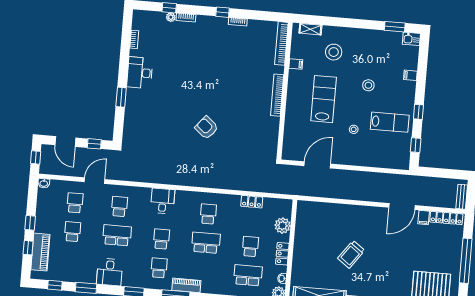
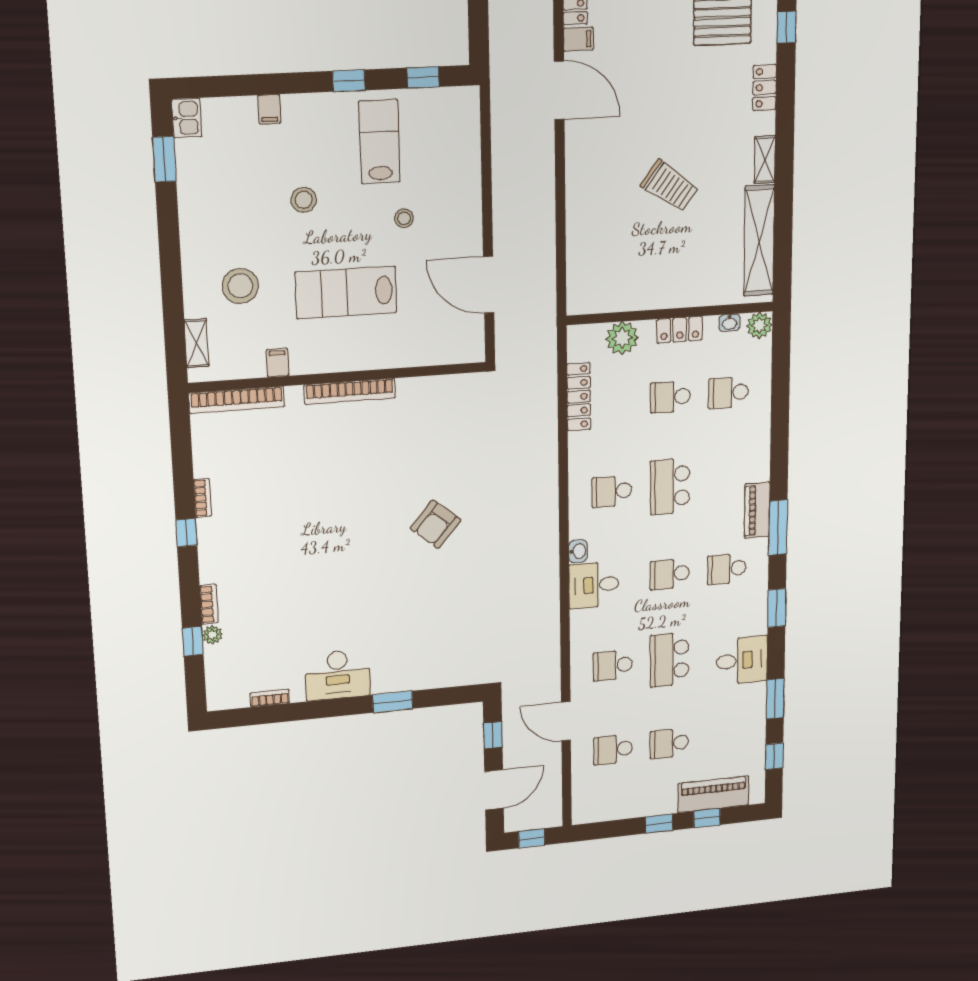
washbasin: (44, 183) -> (578, 551), moved
locker: (252, 202) -> (579, 397), width x1.53
school desk: (248, 275) -> (728, 393), width x0.54

